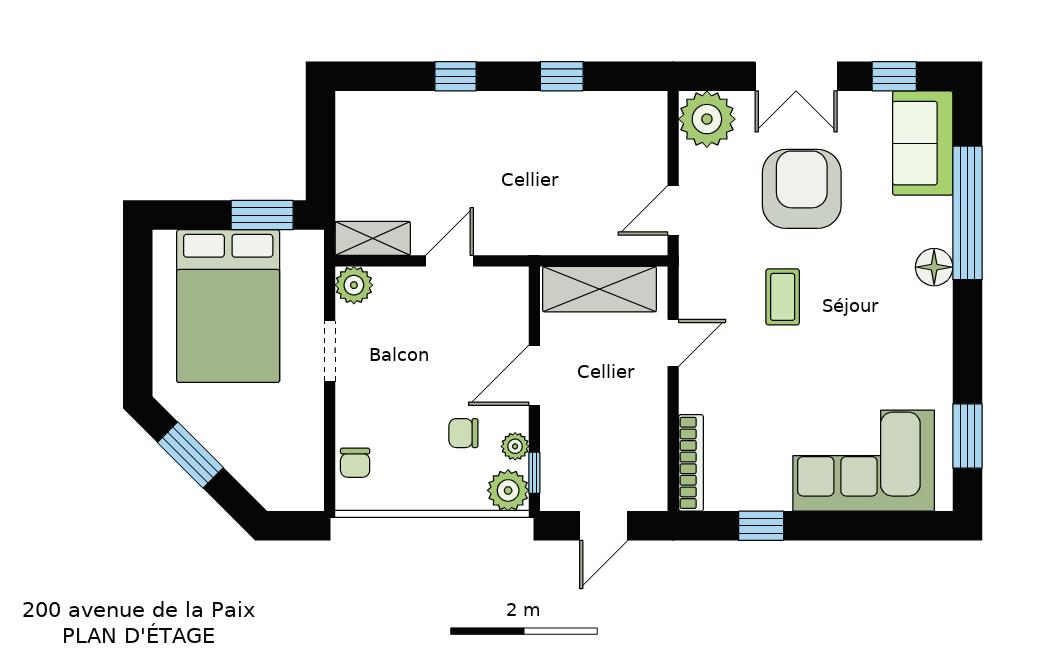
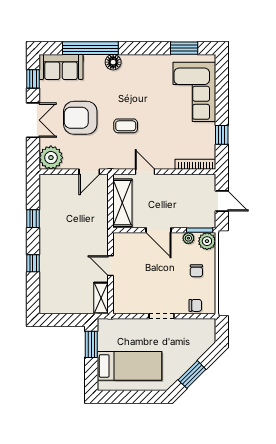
door: (673, 210) -> (89, 172), hinge flipped
plant: (354, 285) -> (121, 306), removed
bed: (228, 306) -> (130, 366), width x0.67
doorway: (330, 351) -> (162, 316), moved
chair: (463, 433) -> (196, 271), moved
window: (534, 473) -> (200, 230), width x1.50

